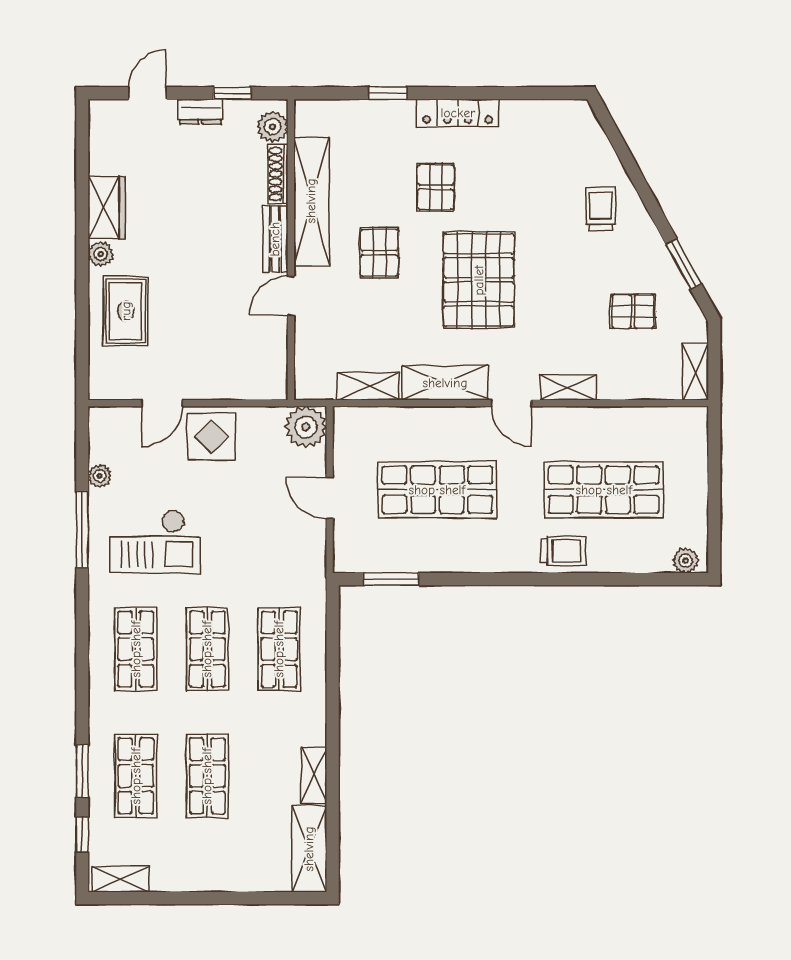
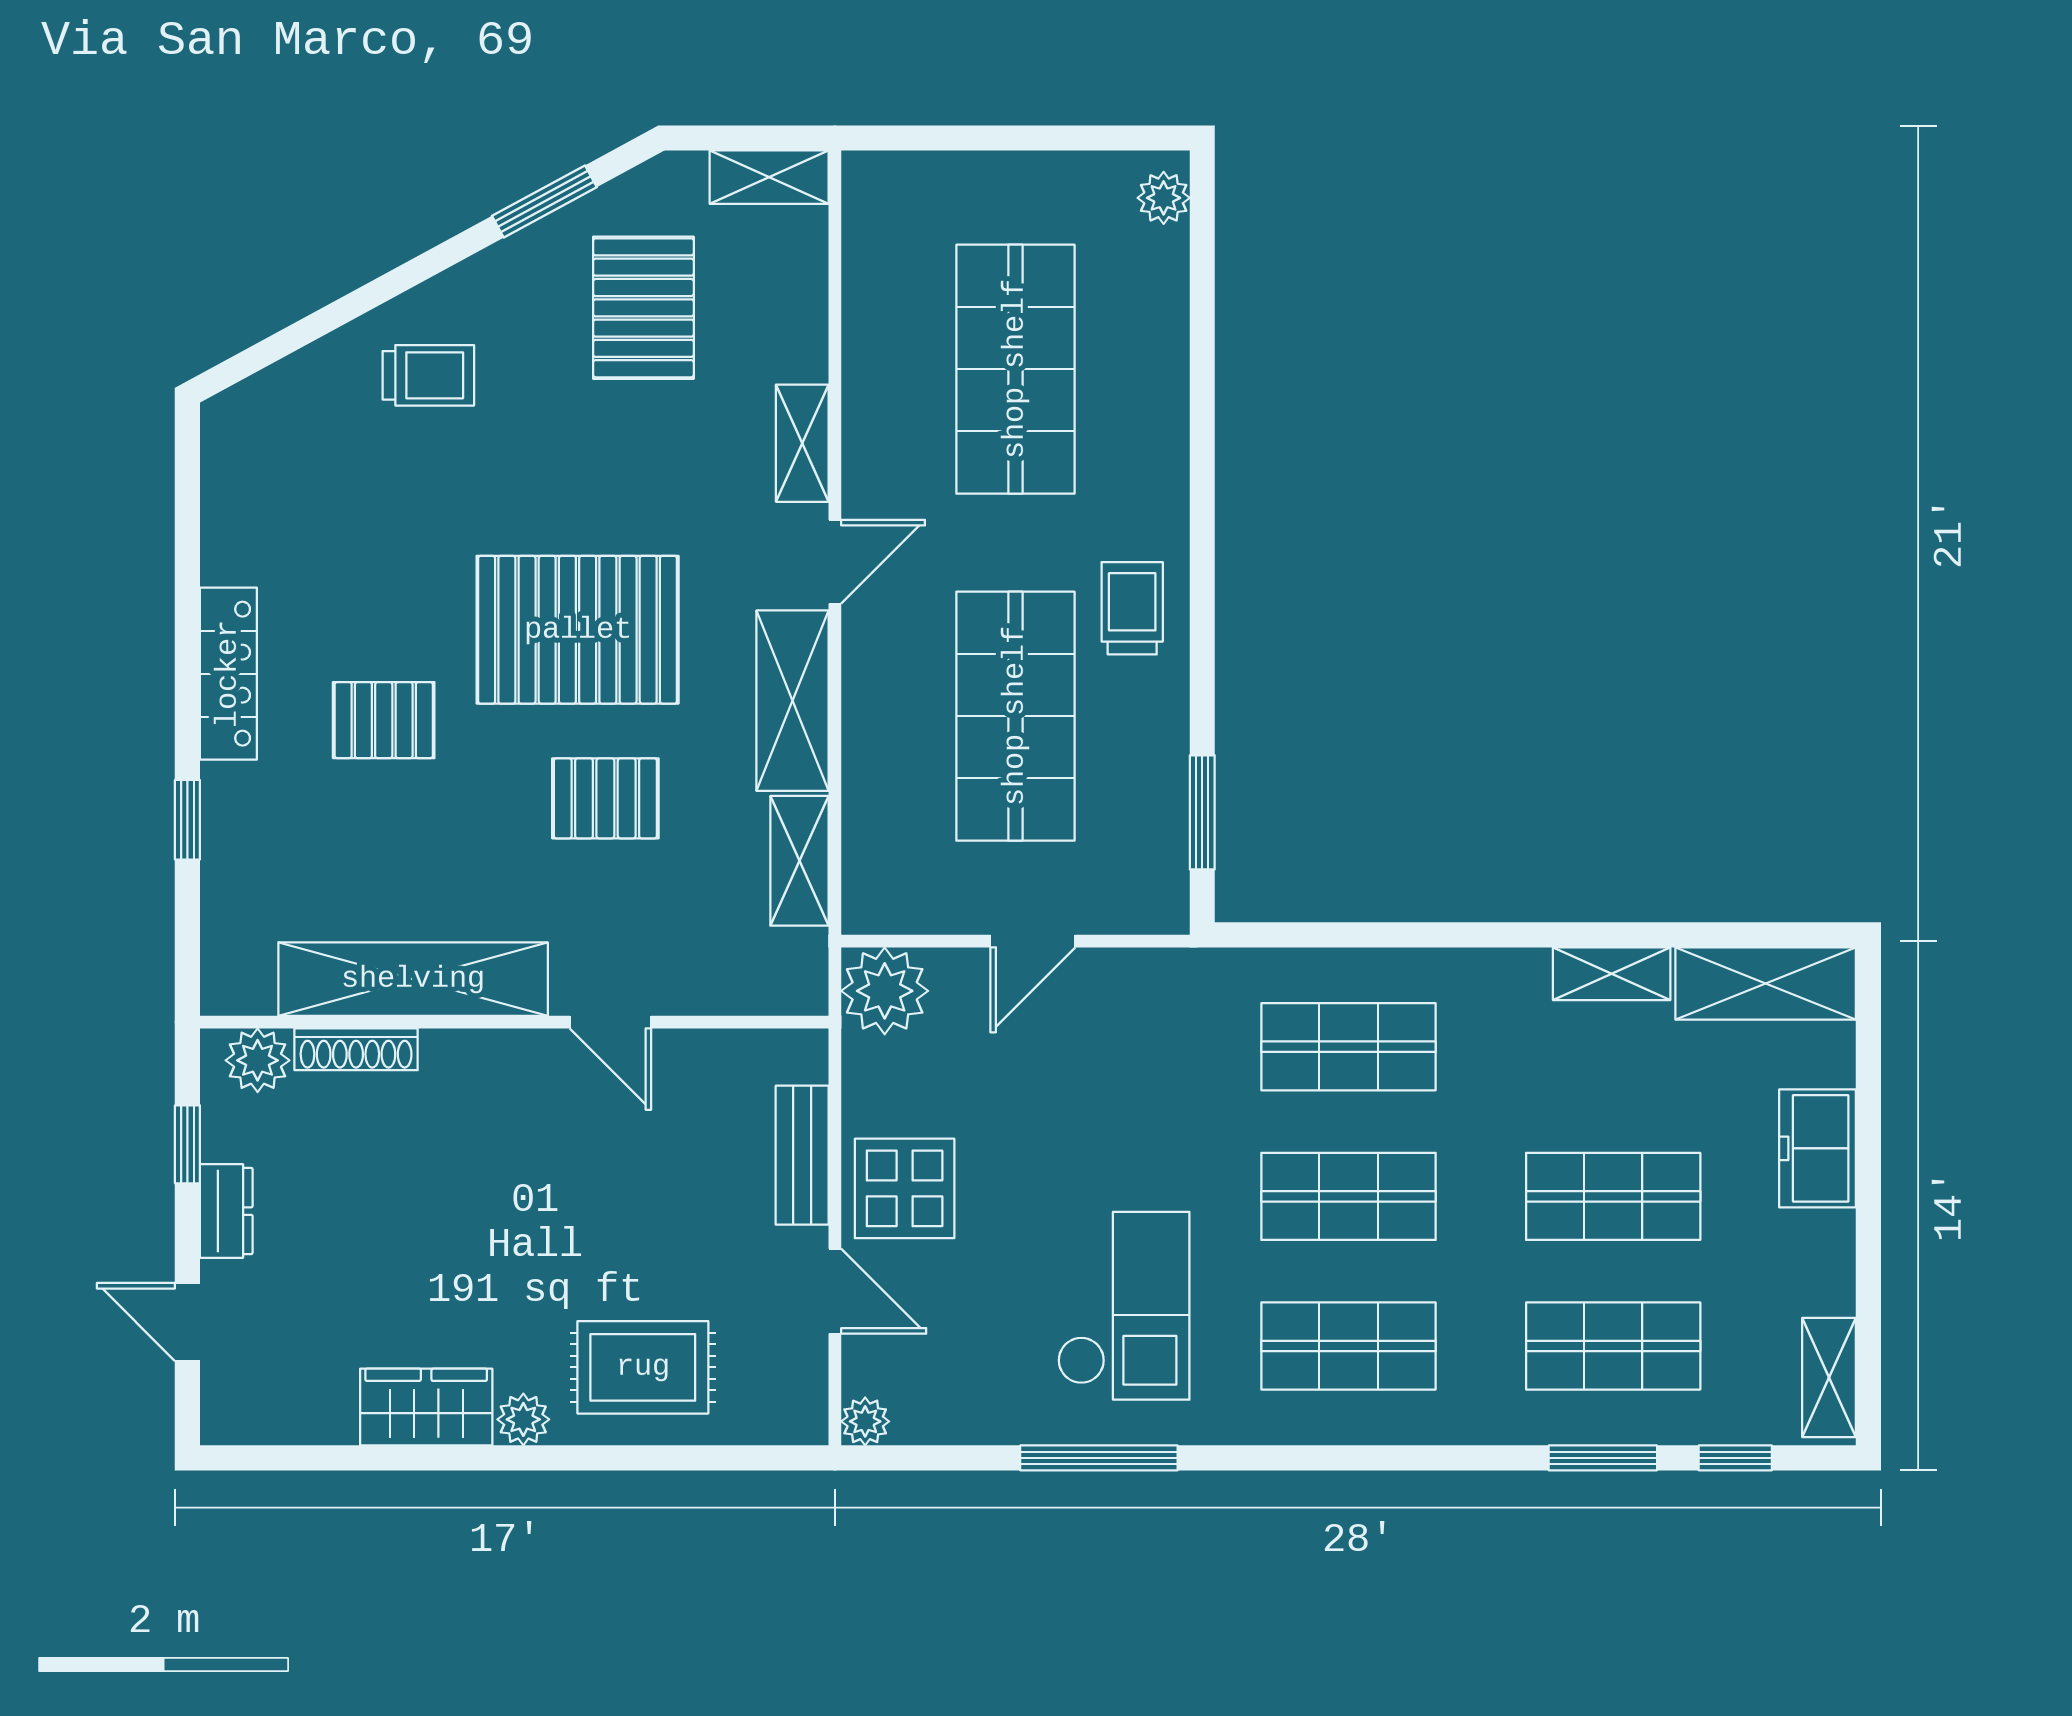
trolley: (601, 208) -> (428, 375), turned 180
bench: (275, 239) -> (802, 1155), moved, turned 90
pallet: (379, 253) -> (605, 798), moved
pallet: (633, 311) -> (643, 308), width x1.50, depth x1.42
plant: (100, 476) -> (865, 1421), moved
trolley: (563, 551) -> (1132, 608), moved
freezer: (230, 874) -> (1818, 1148), added

